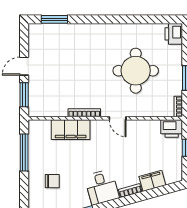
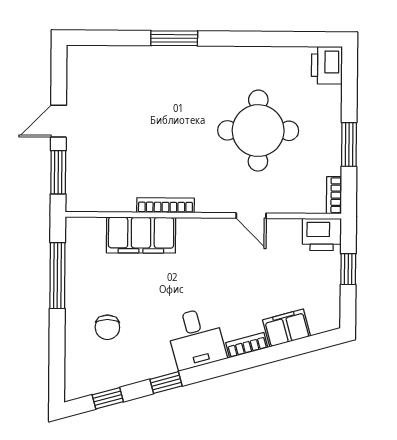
window: (54, 19) -> (174, 38), moved
door: (118, 118) -> (251, 216), moved
chair: (52, 181) -> (107, 327), turned 90

